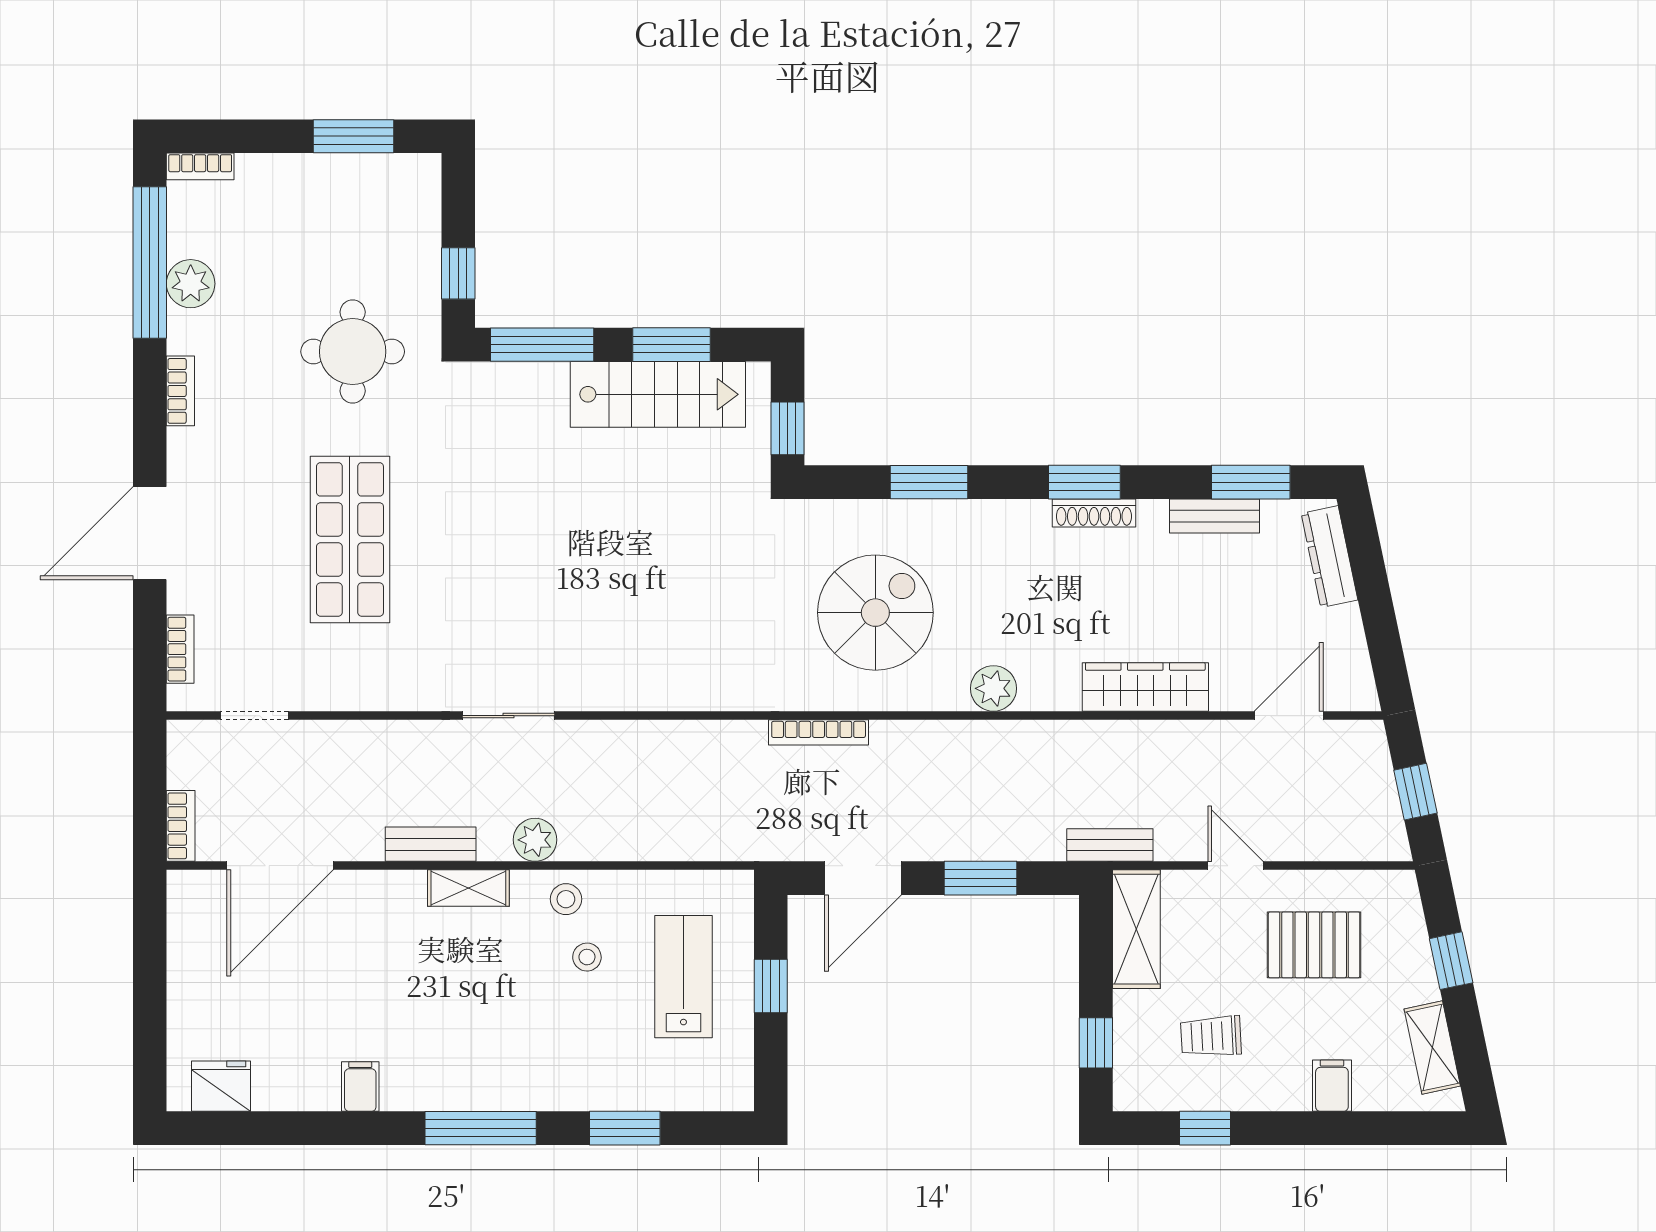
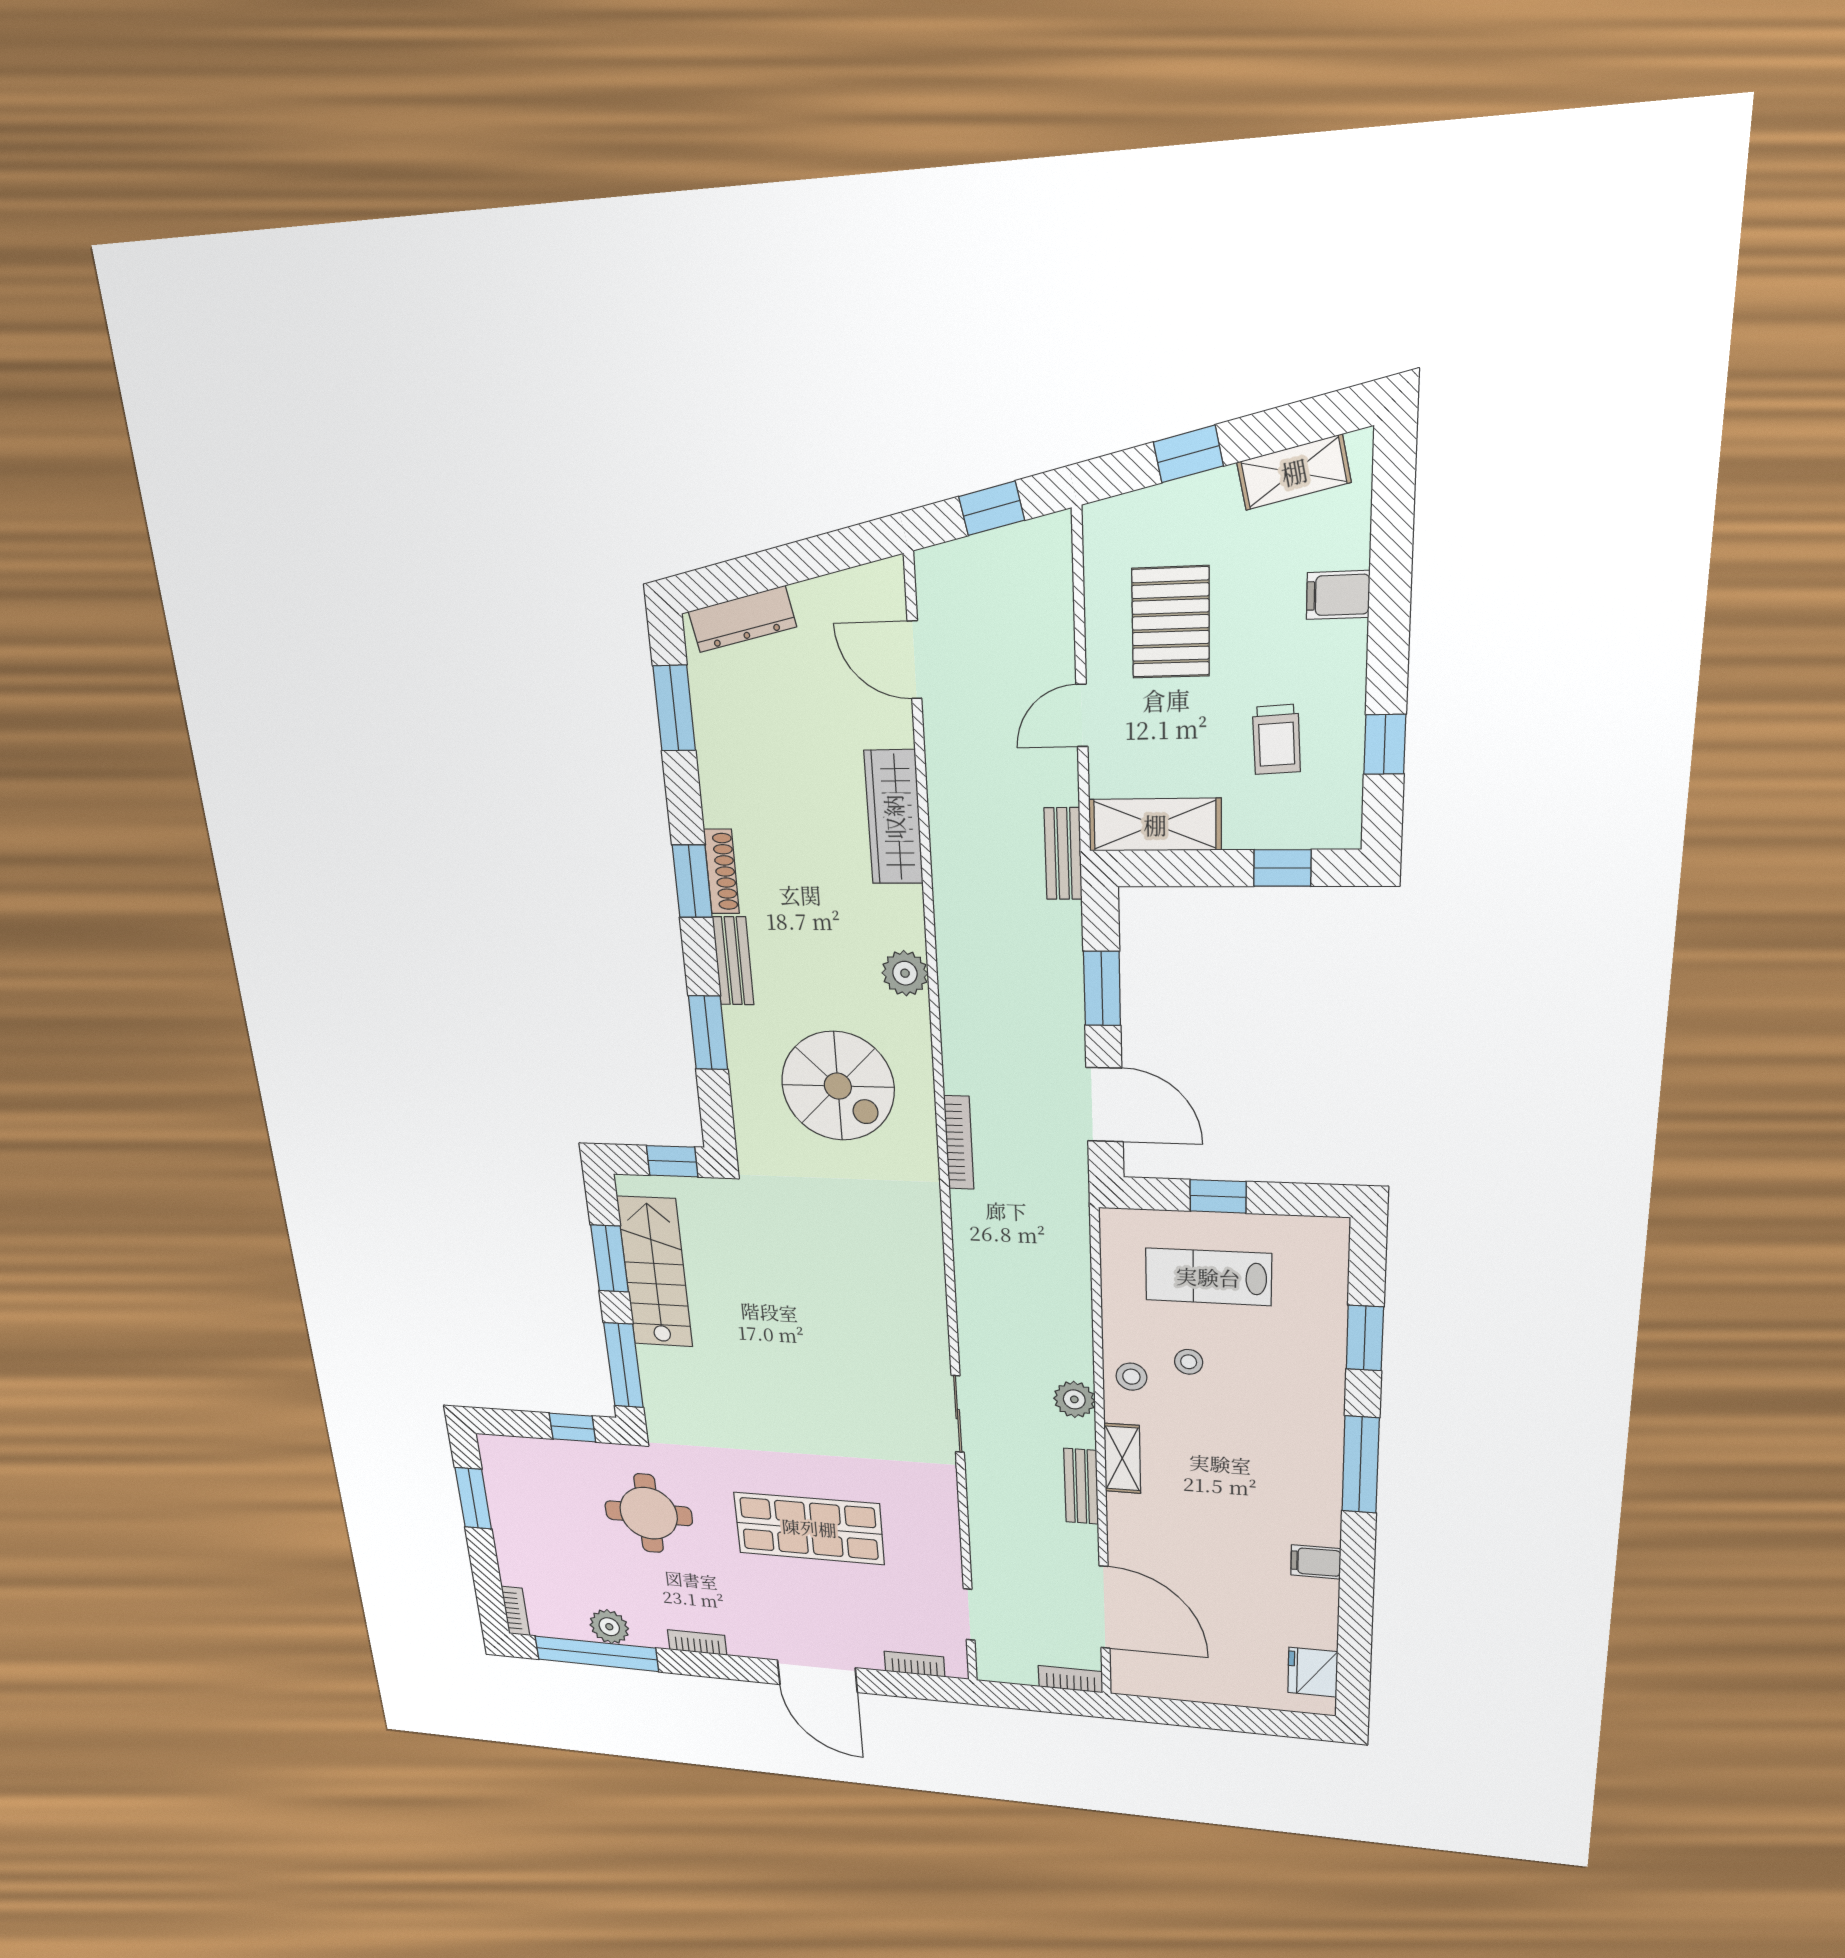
bench: (1214, 516) -> (733, 961), moved
spiral stairs: (875, 613) -> (838, 1086), turned 180

